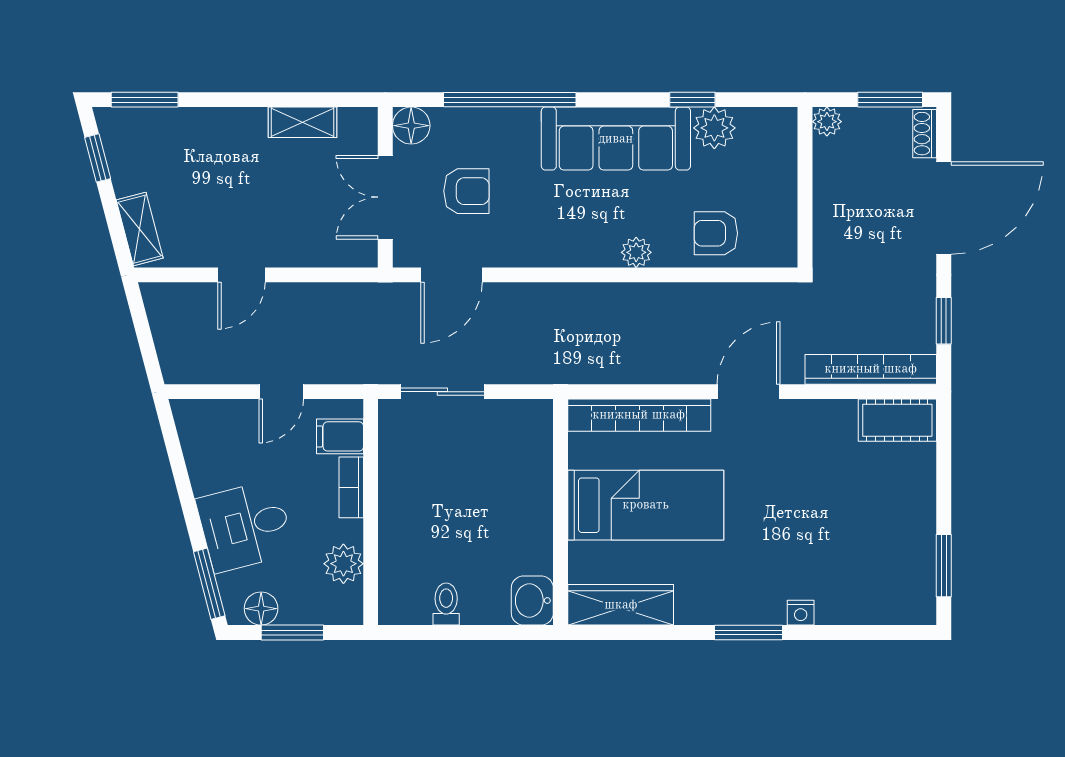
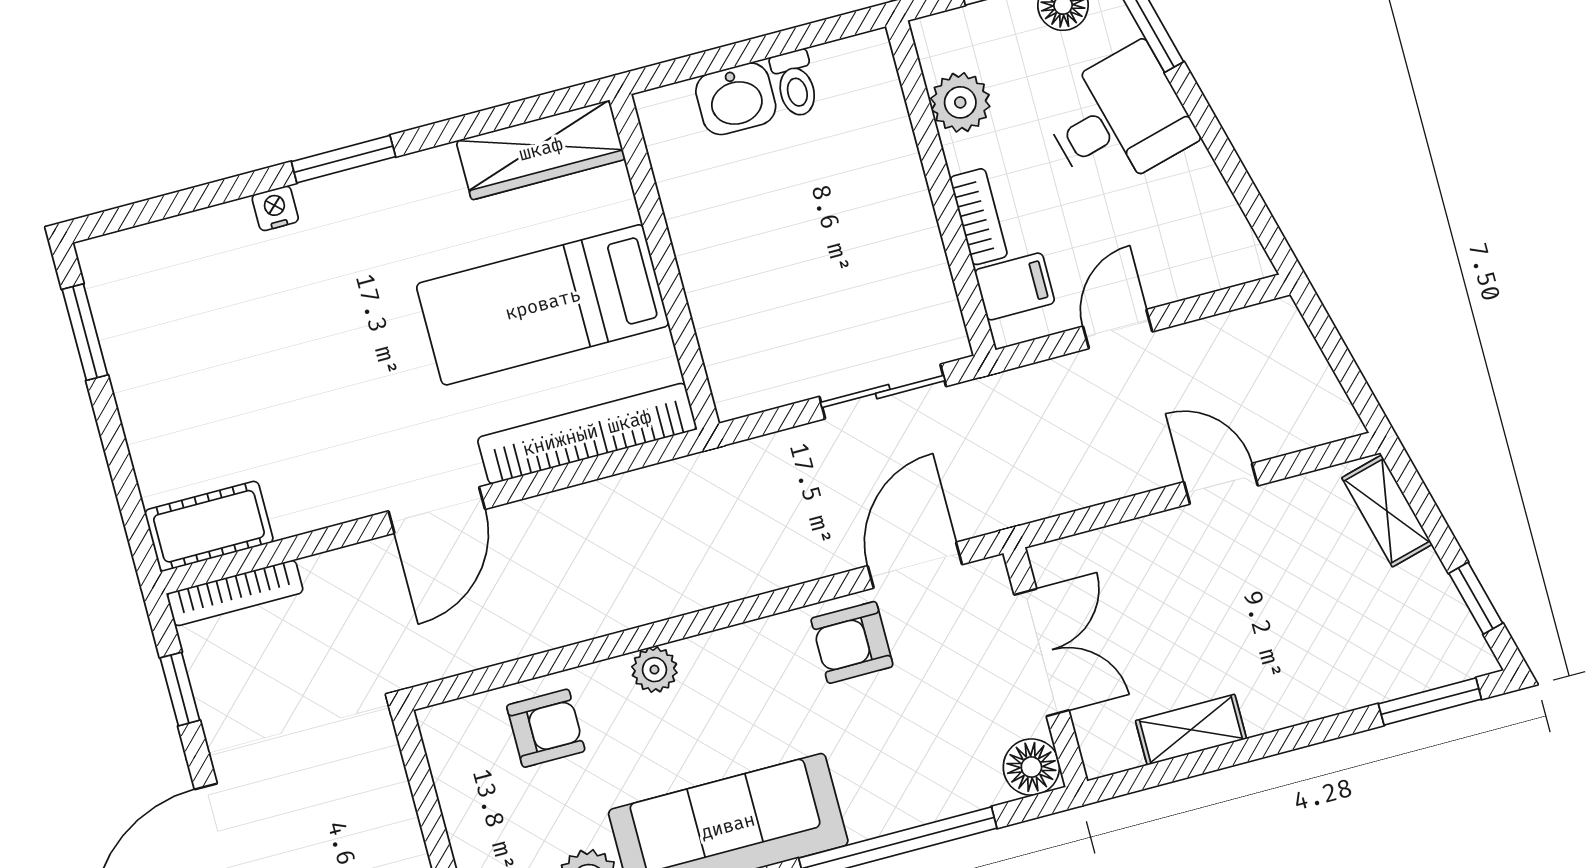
armchair: (466, 191) -> (852, 642), moved
door: (241, 275) -> (1221, 484), hinge flipped
bookcase: (871, 369) -> (235, 593), width x0.68, depth x0.76
washbasin: (532, 601) -> (736, 99), moved, turned 90

